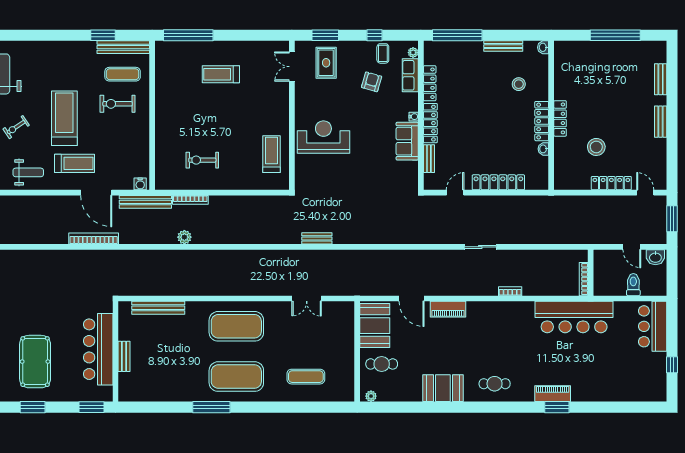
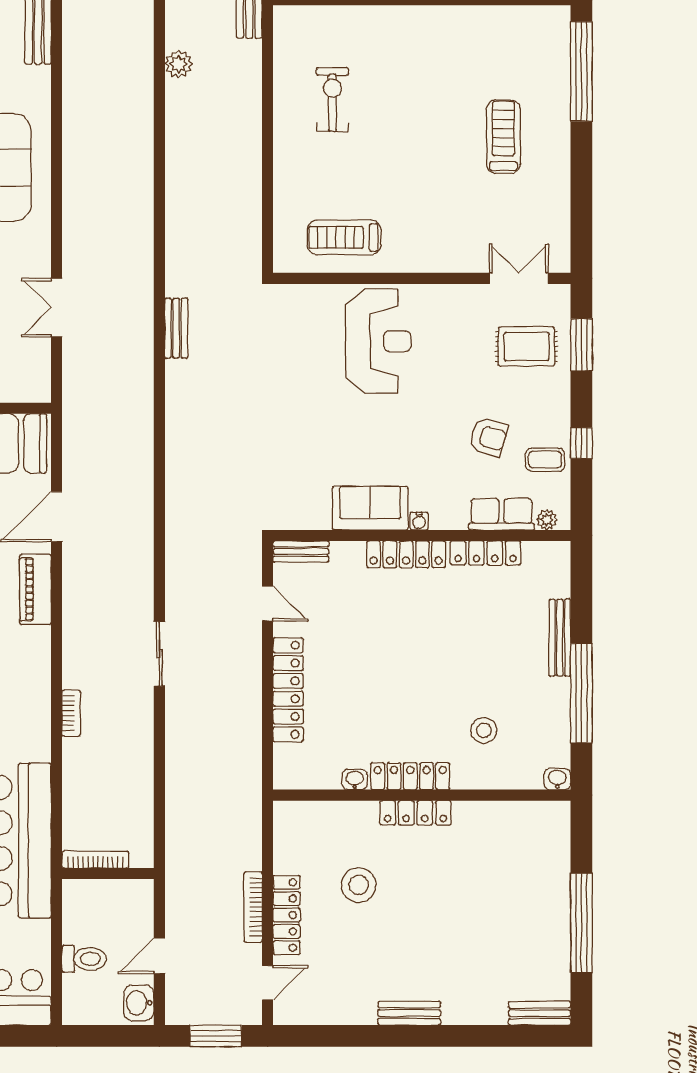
window: (457, 35) -> (581, 693), moved
bench: (503, 46) -> (560, 638), moved
bench: (661, 79) -> (539, 1013), moved
treadmill: (271, 154) -> (344, 237), turned 180
bench: (429, 159) -> (301, 551), moved
bookcase: (190, 200) -> (253, 907), moved

